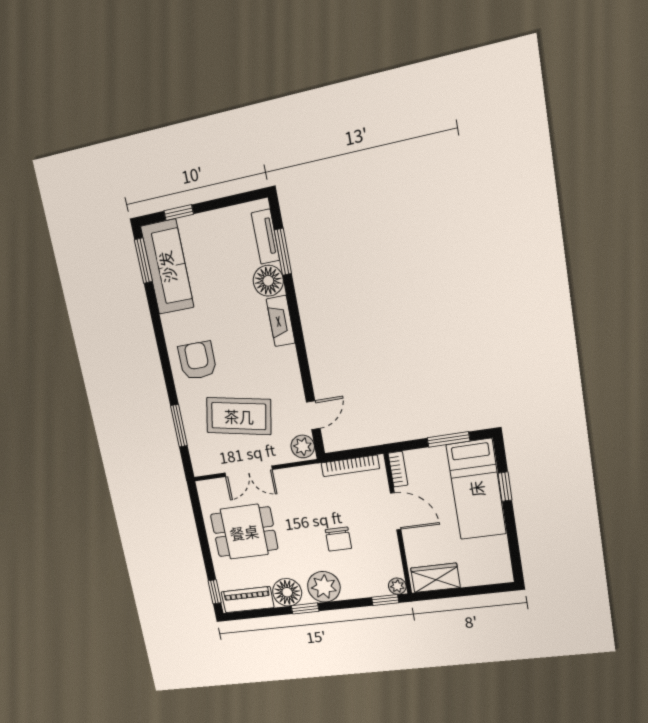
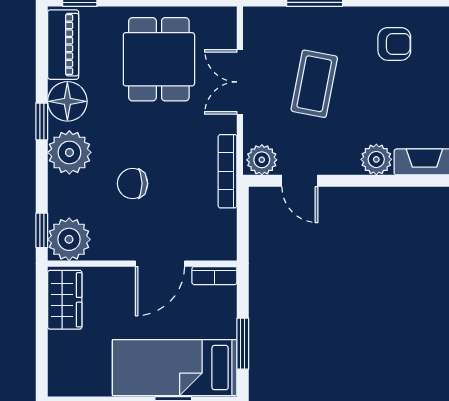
plant: (286, 359) -> (376, 159), added
armchair: (197, 361) -> (394, 44), width x0.72, depth x0.72
coffee table: (239, 416) -> (314, 84), width x0.73, depth x0.76
bookcase: (350, 466) -> (228, 171), moved
plant: (397, 586) -> (69, 239), width x1.87, depth x1.87

